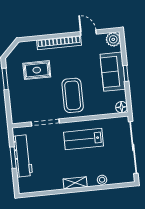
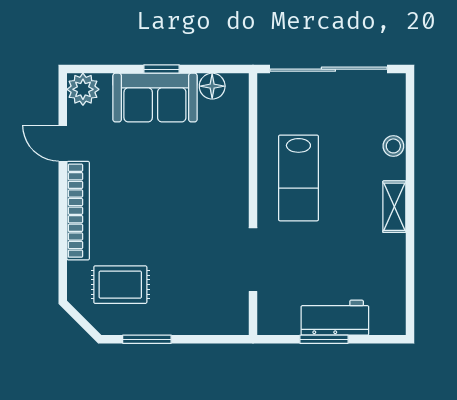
door: (88, 33) -> (63, 143), hinge flipped
rug: (37, 70) -> (120, 285), moved, turned 90
coffee table: (73, 95) -> (199, 193), removed
floor lamp: (122, 107) -> (212, 86), moved
workbench: (23, 156) -> (335, 318), width x0.73

